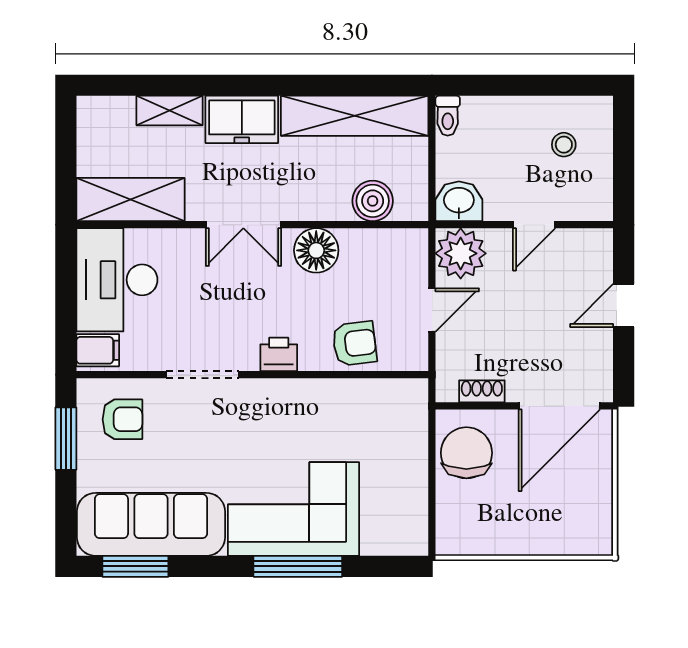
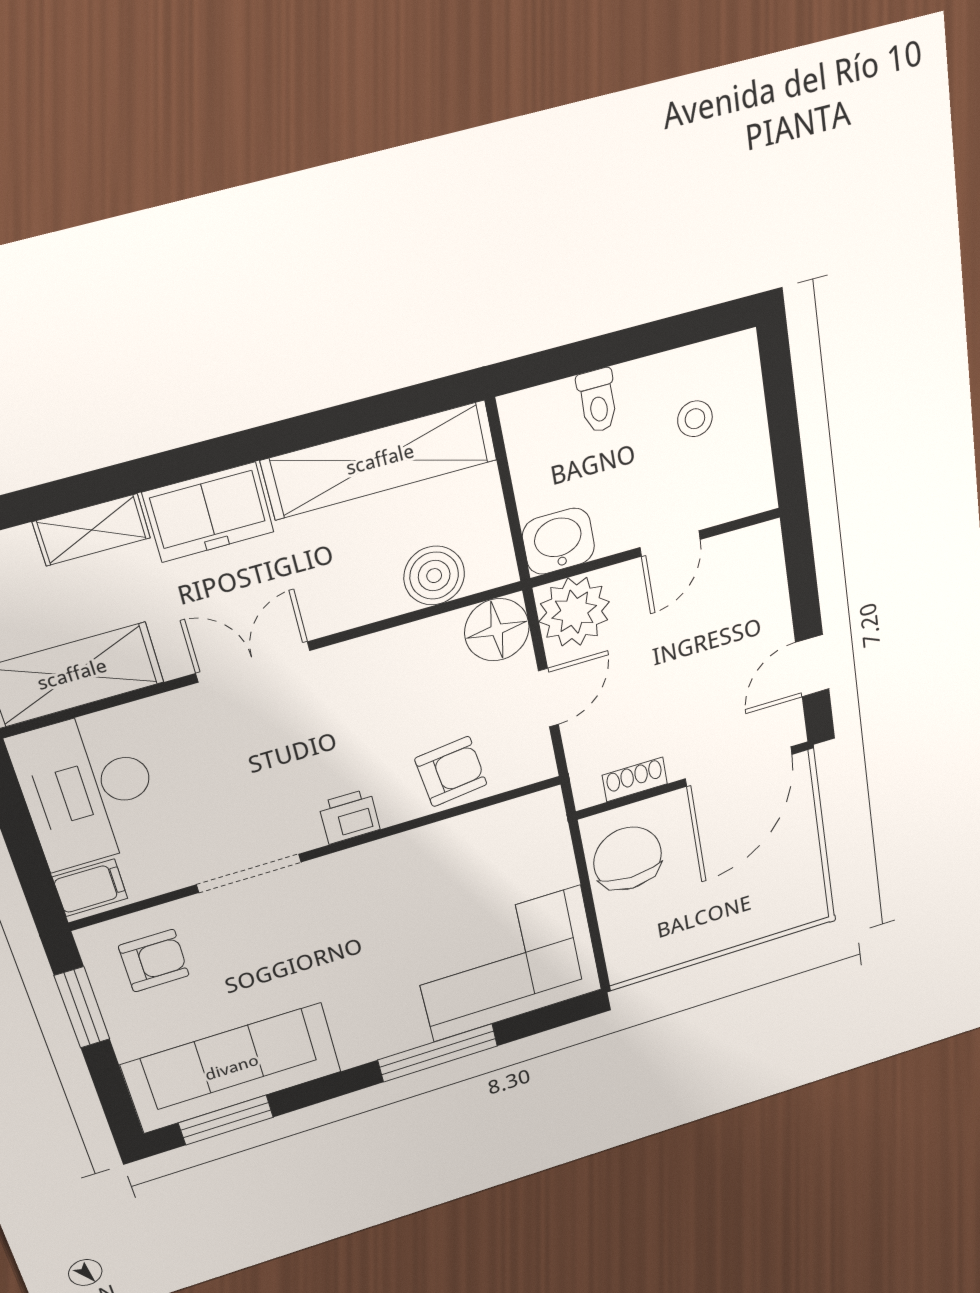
toilet: (448, 116) -> (598, 401), moved
double door: (243, 225) -> (253, 662), swing flipped
floor lamp: (316, 250) -> (497, 630), moved
door: (624, 305) -> (812, 666), moved
corner sofa: (294, 509) -> (507, 964), moved

